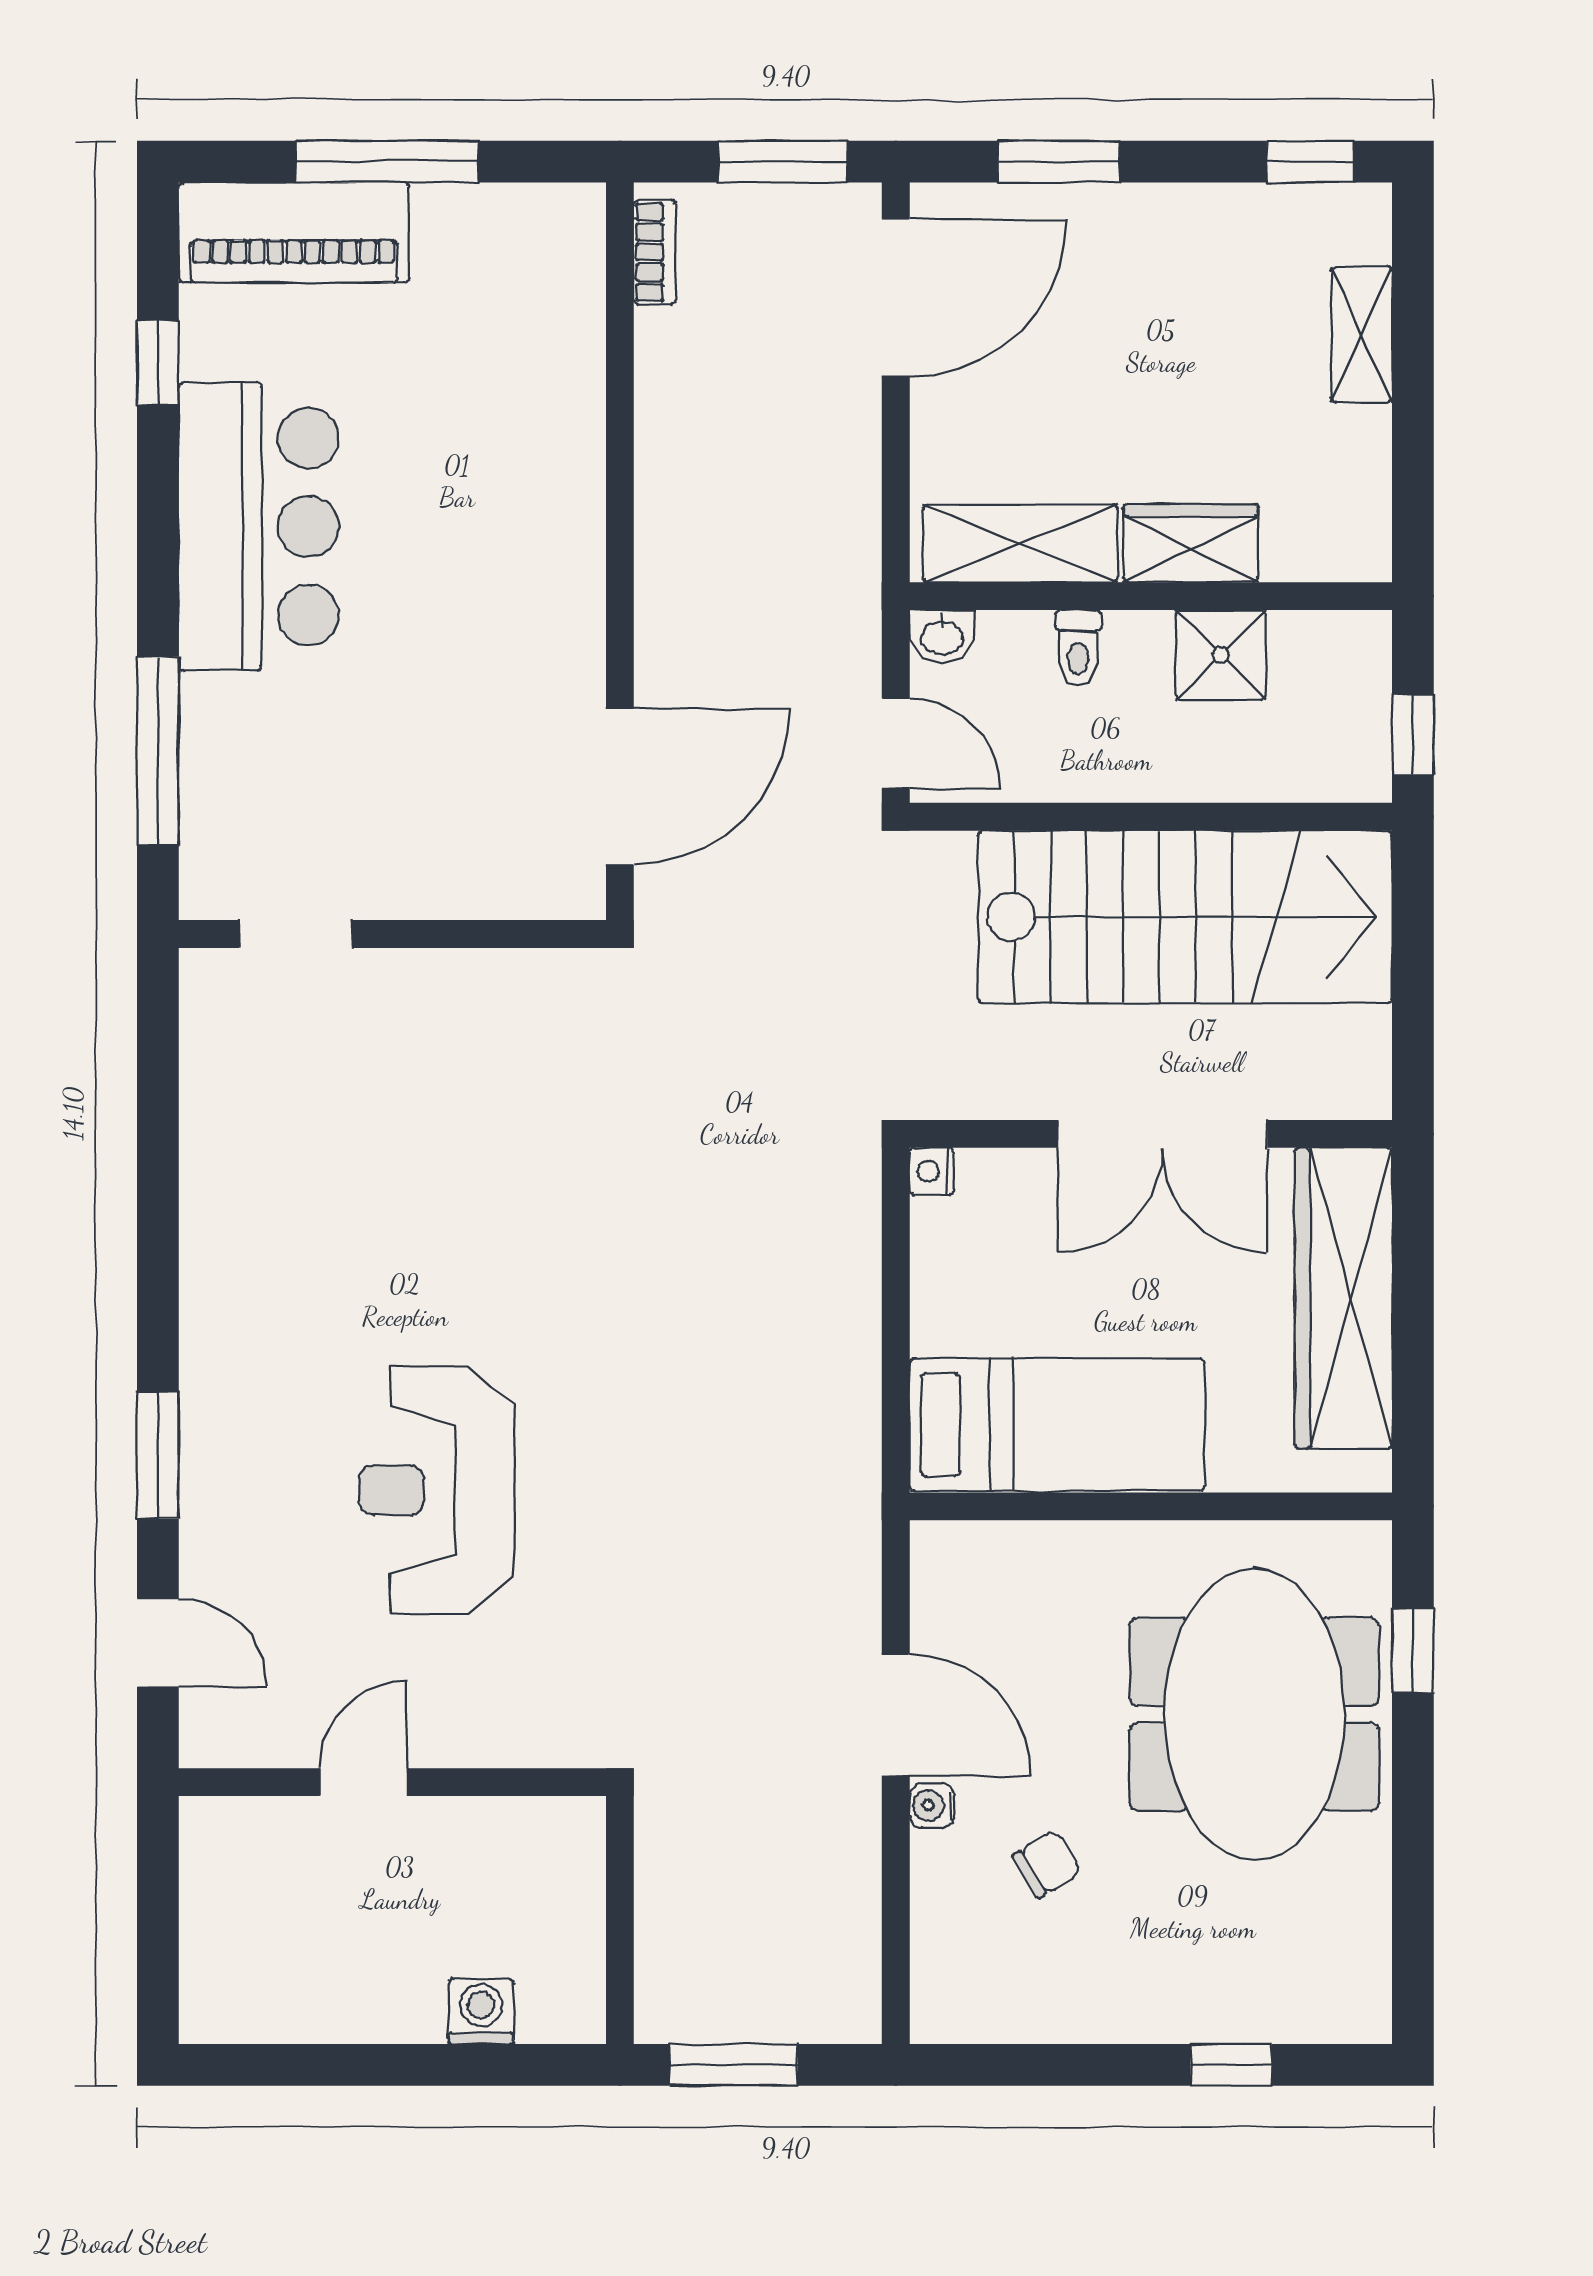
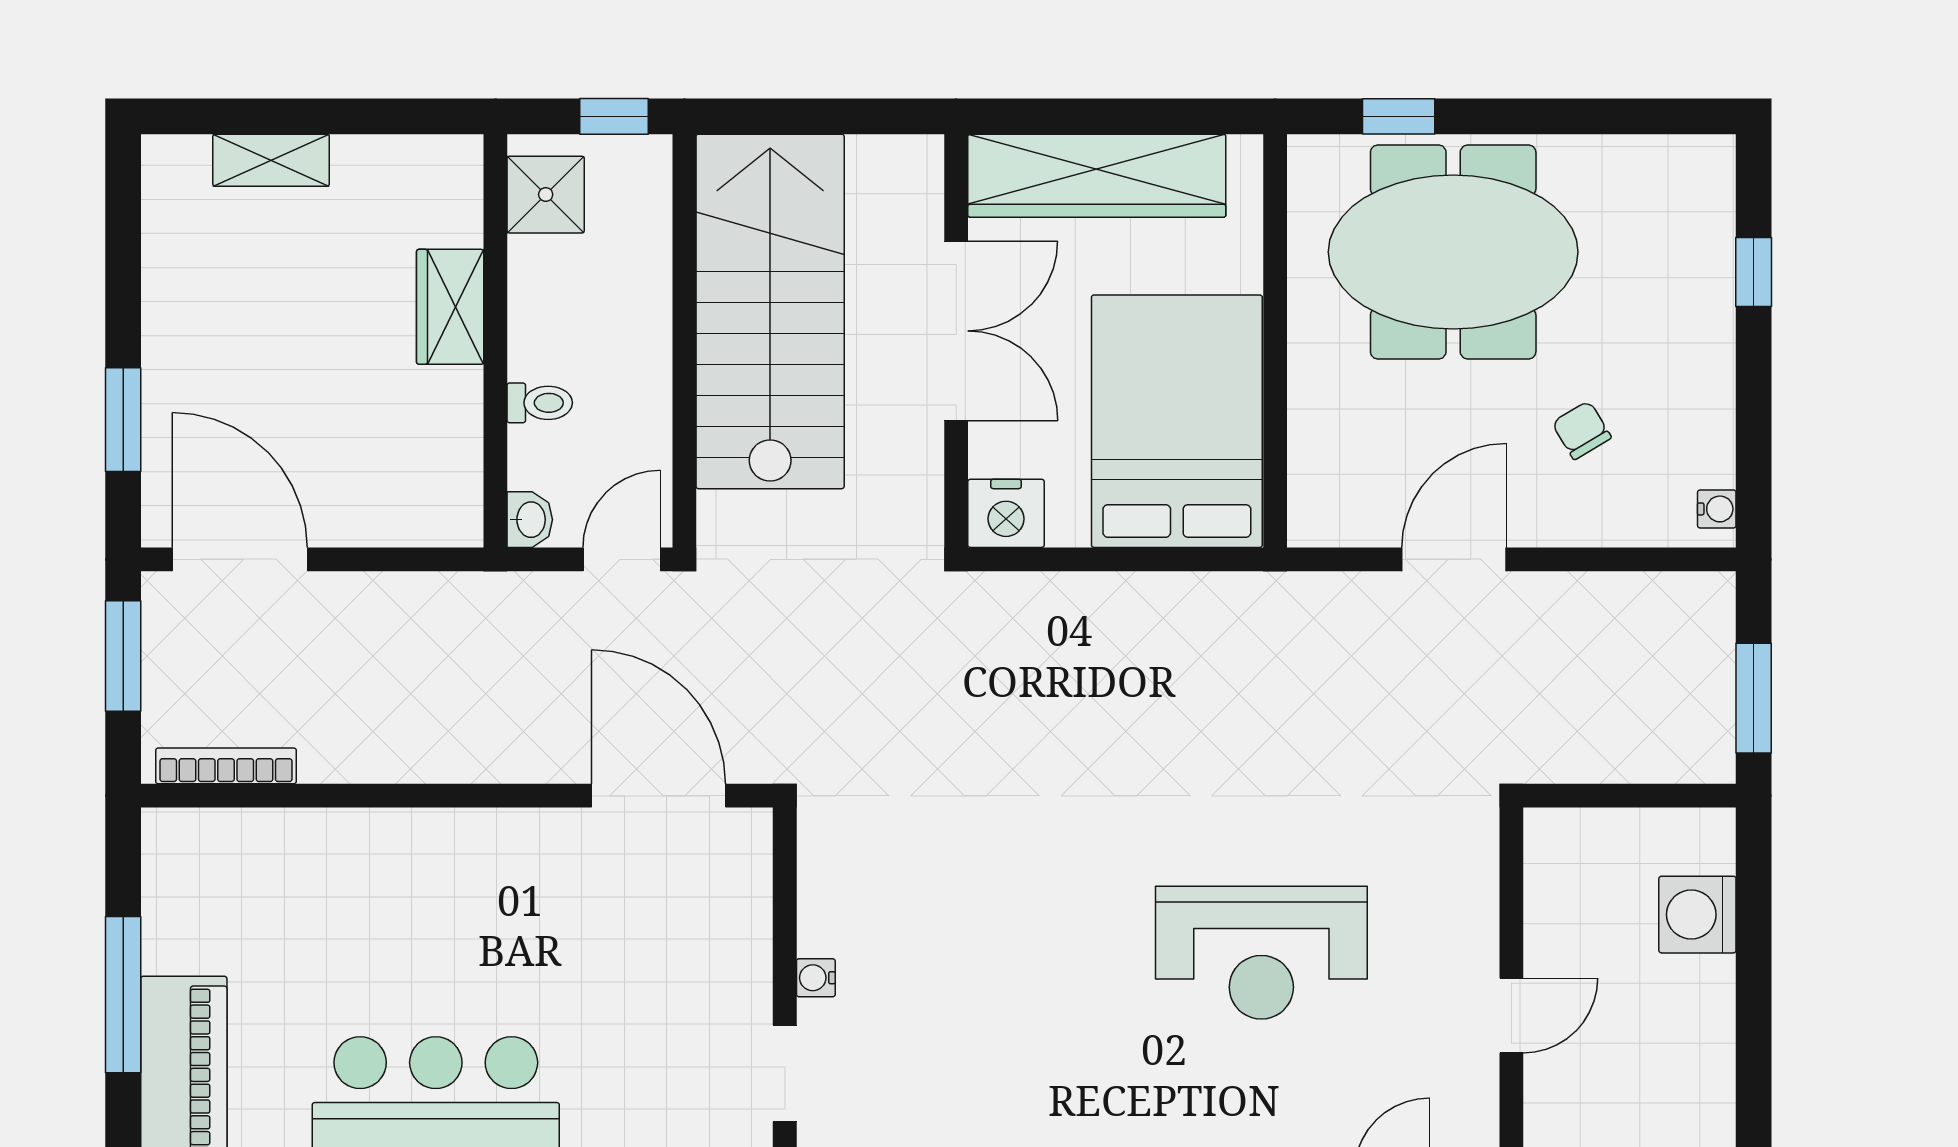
window: (1310, 162) -> (123, 204), removed
bookcase: (655, 252) -> (226, 766), width x1.56
shelving: (1020, 543) -> (450, 452), removed
shower: (1221, 655) -> (546, 195), moved
water cooler: (407, 970) -> (816, 978), added
nightstand: (932, 1171) -> (1006, 513), width x1.89, depth x1.79
bed: (1057, 1425) -> (1177, 421), width x1.50
door: (363, 1782) -> (1511, 1015), swing flipped
water cooler: (932, 1805) -> (1717, 509), moved, turned -90
washing machine: (481, 2012) -> (1697, 915), width x1.38, depth x1.38

